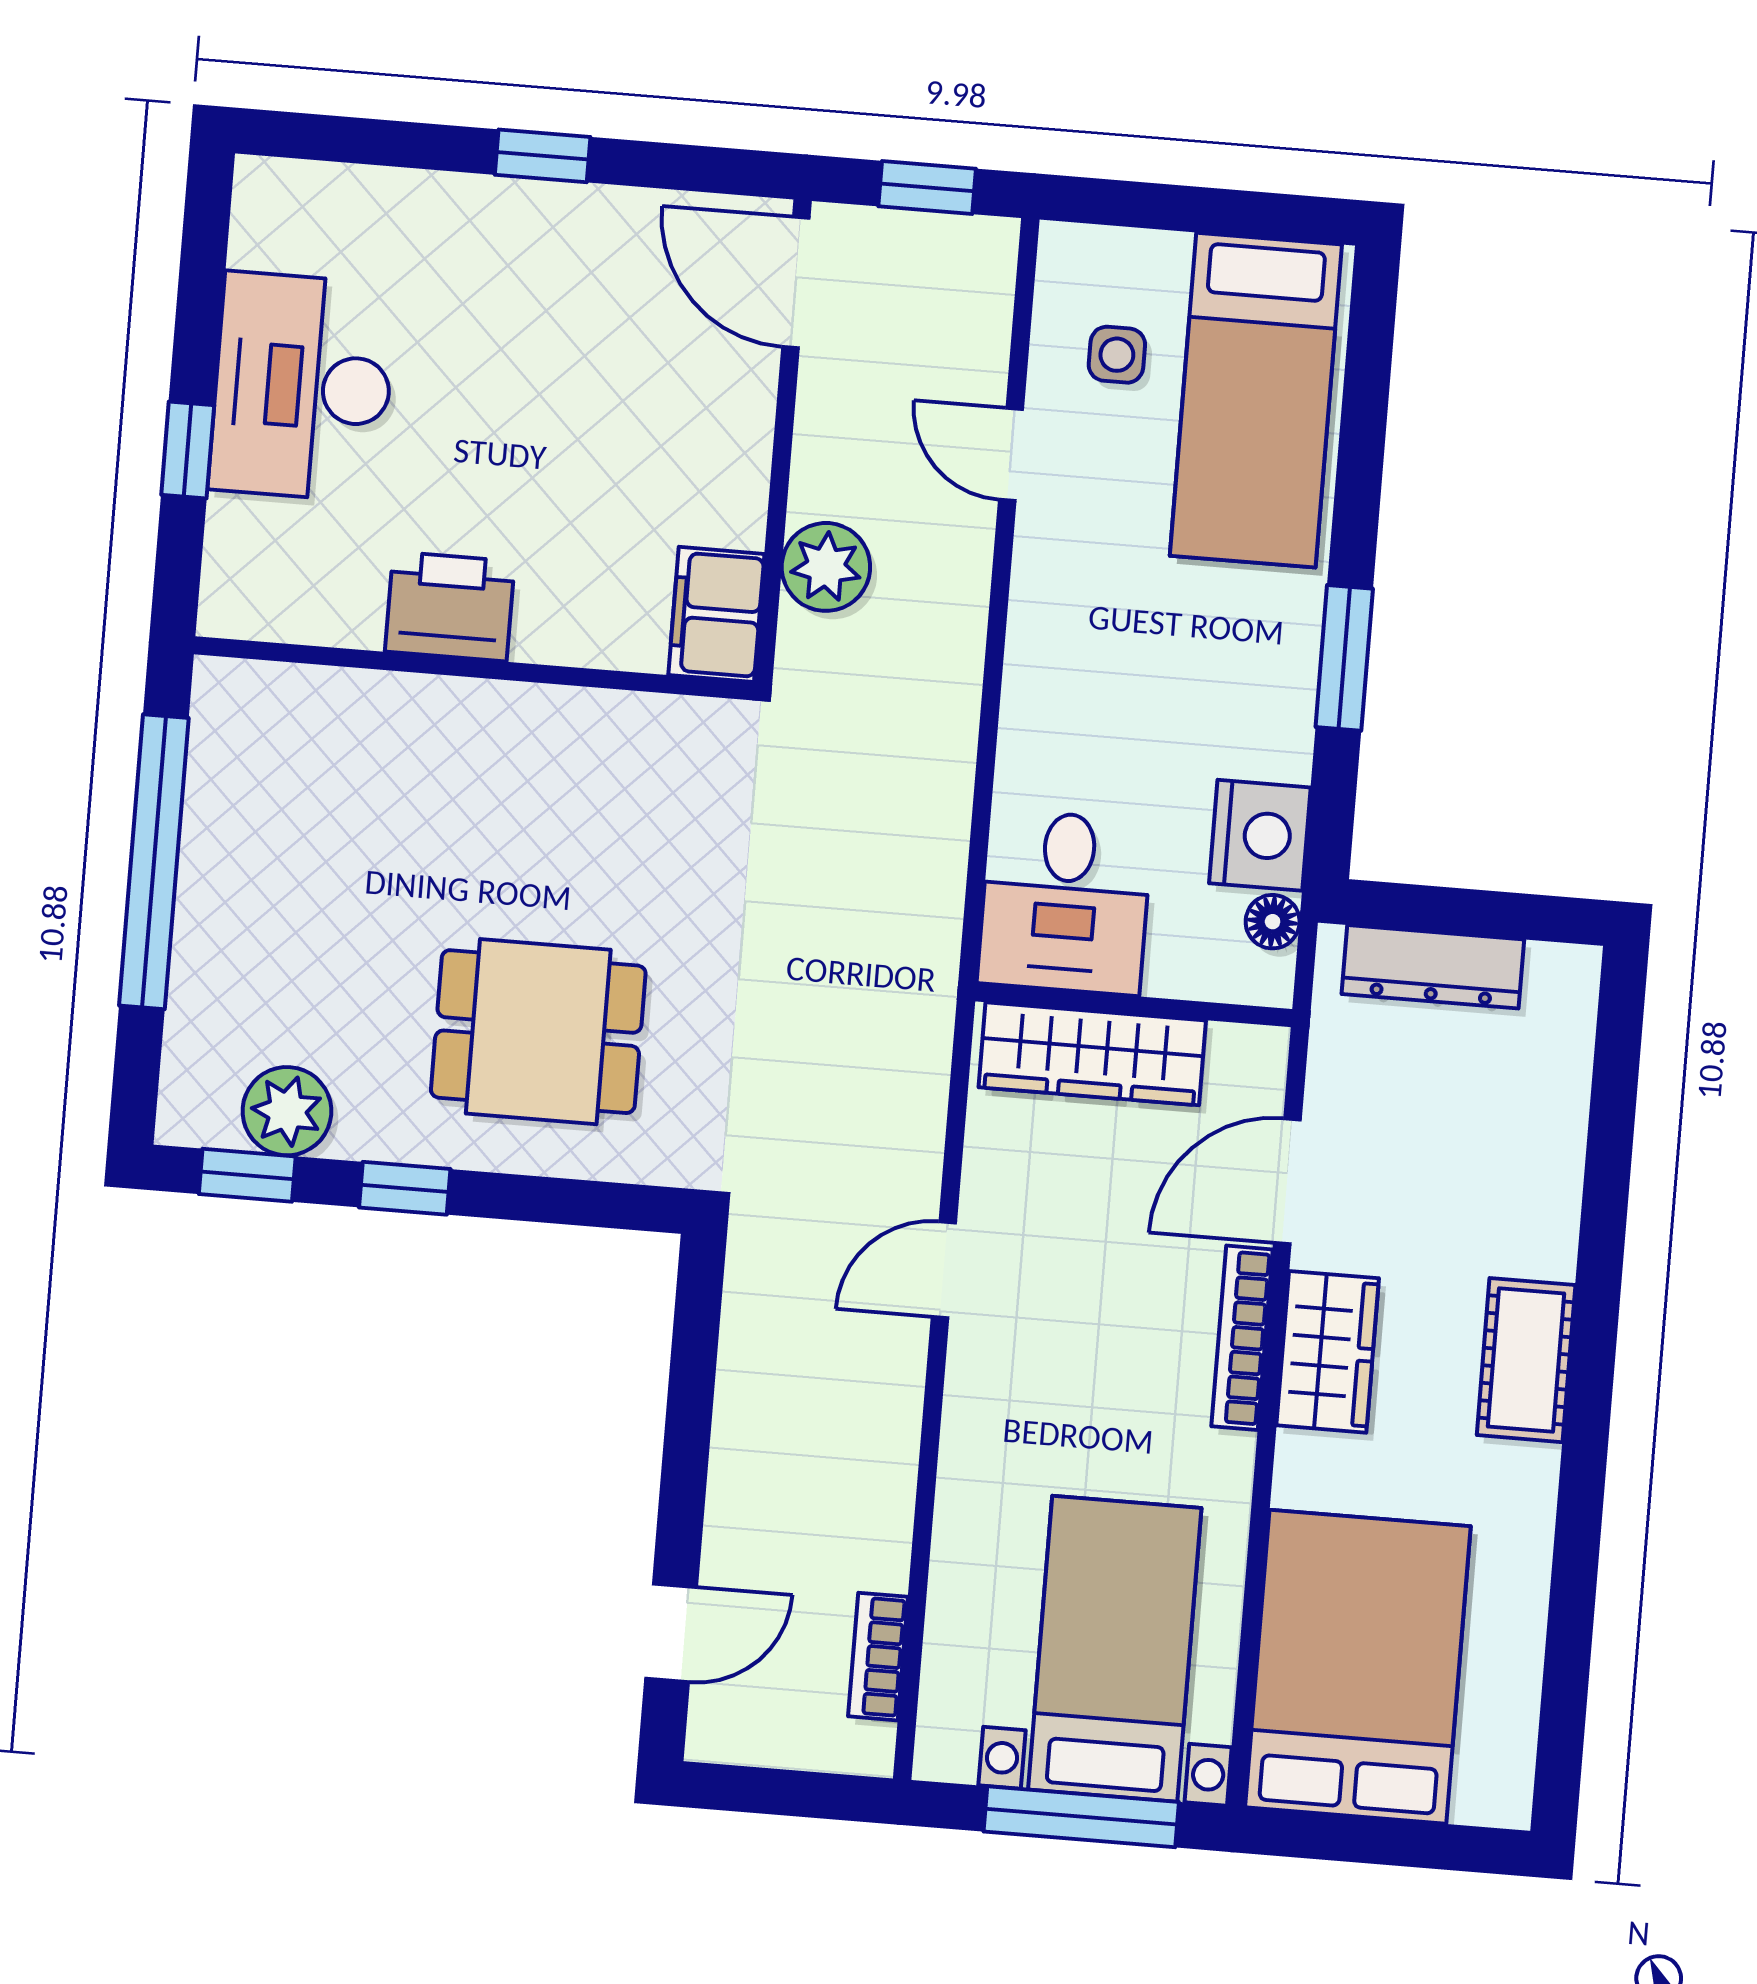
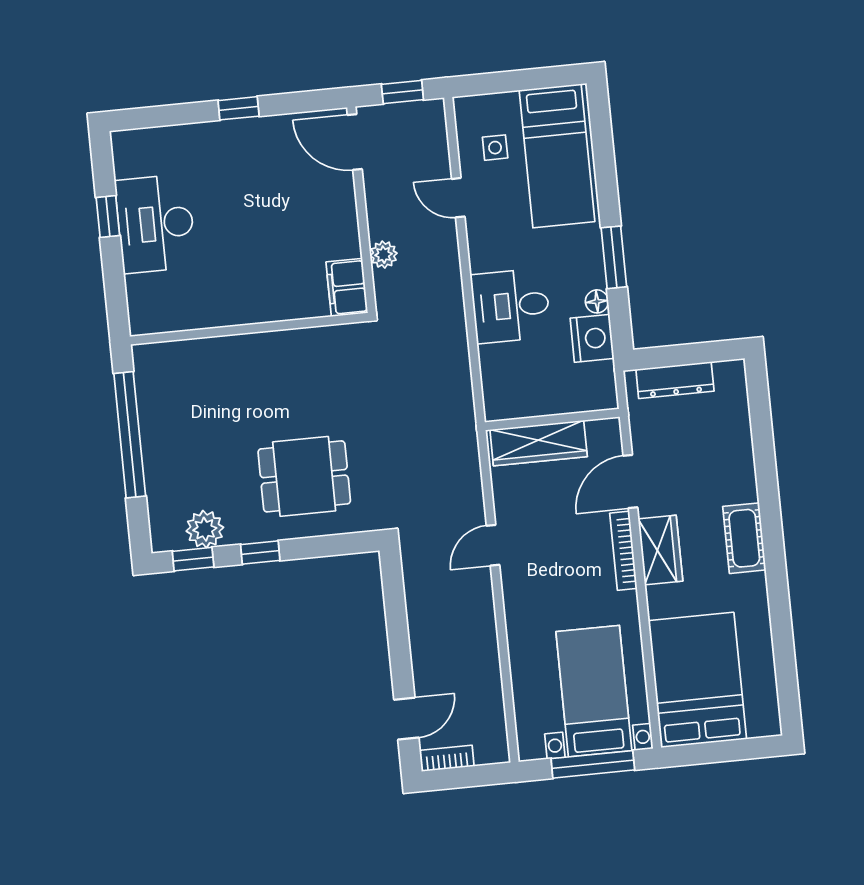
window: (188, 450) -> (108, 216), moved
plant: (826, 567) -> (384, 255), width x0.73, depth x0.73
printer: (450, 606) -> (234, 305), removed
desk: (1065, 902) -> (511, 306), moved, turned 90
floor lamp: (1273, 922) -> (597, 301), moved
bookcase: (878, 1657) -> (447, 758), moved, turned 90

